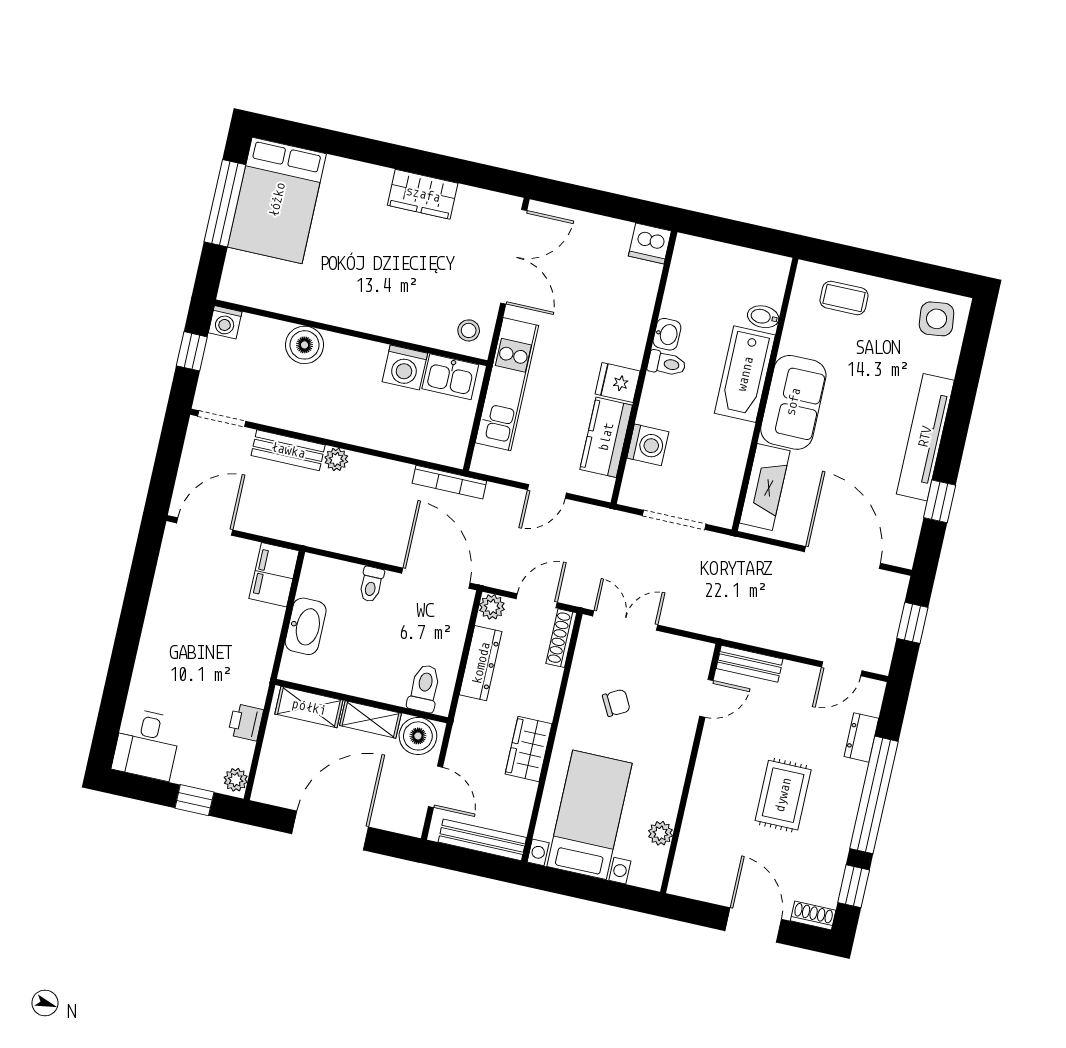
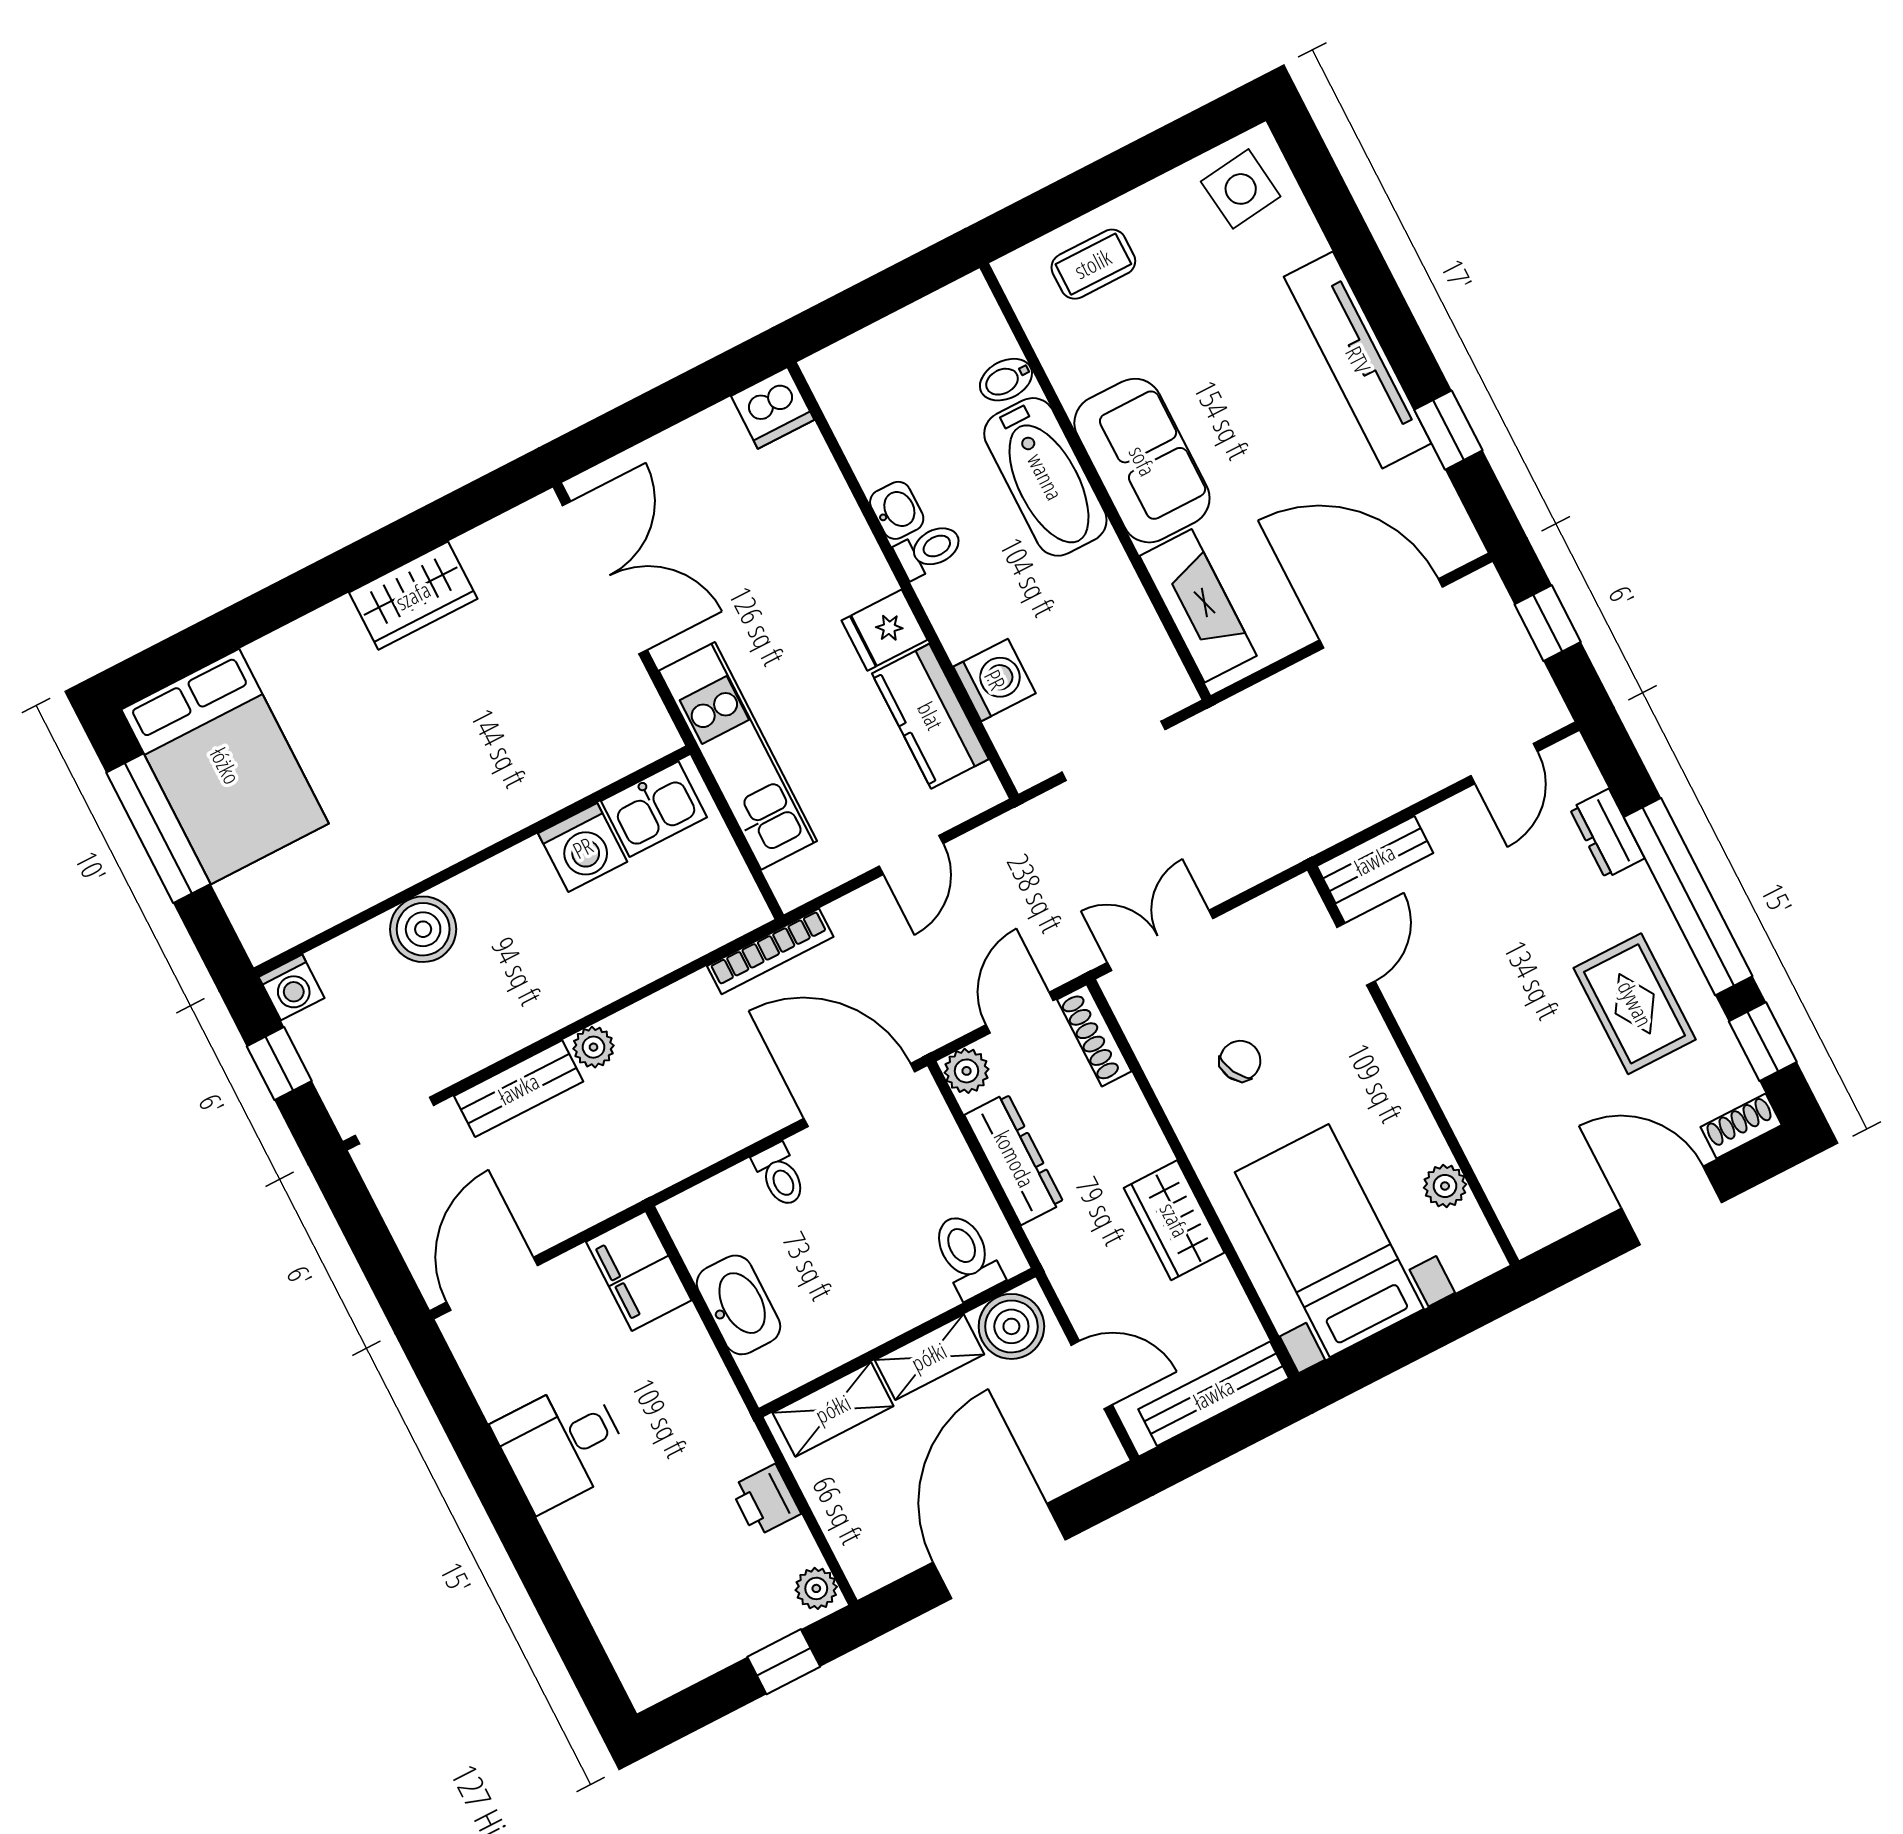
stool: (469, 330) -> (627, 727), removed
desk: (147, 744) -> (562, 1445), moved, turned 90
rug: (783, 795) -> (1635, 1004), moved

